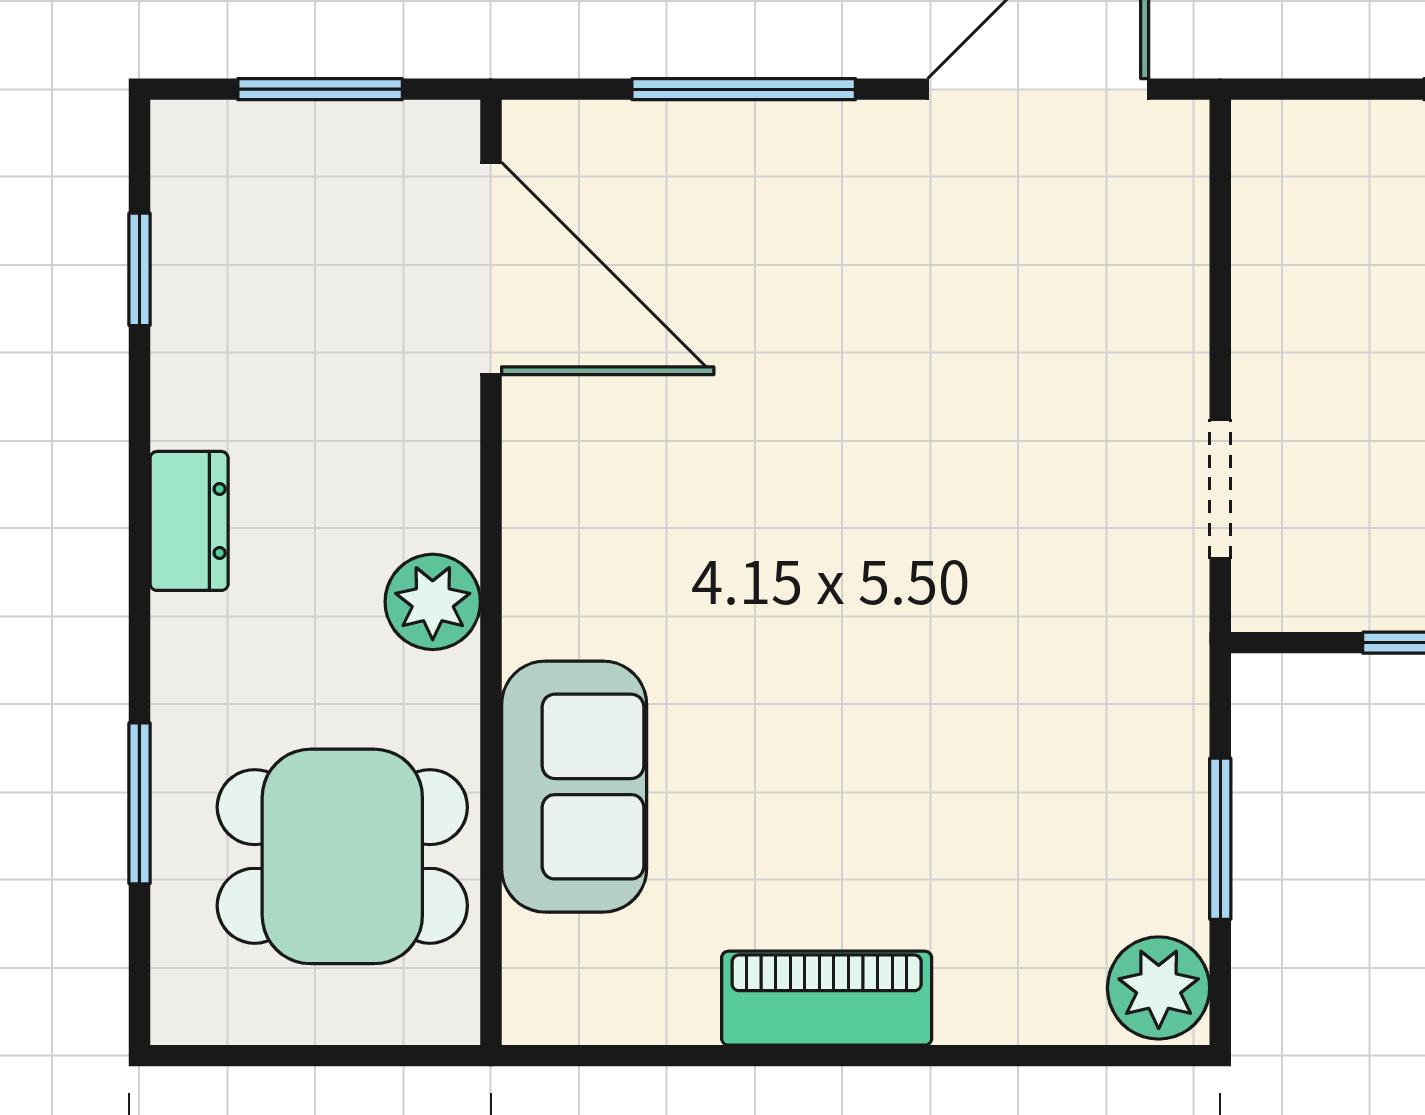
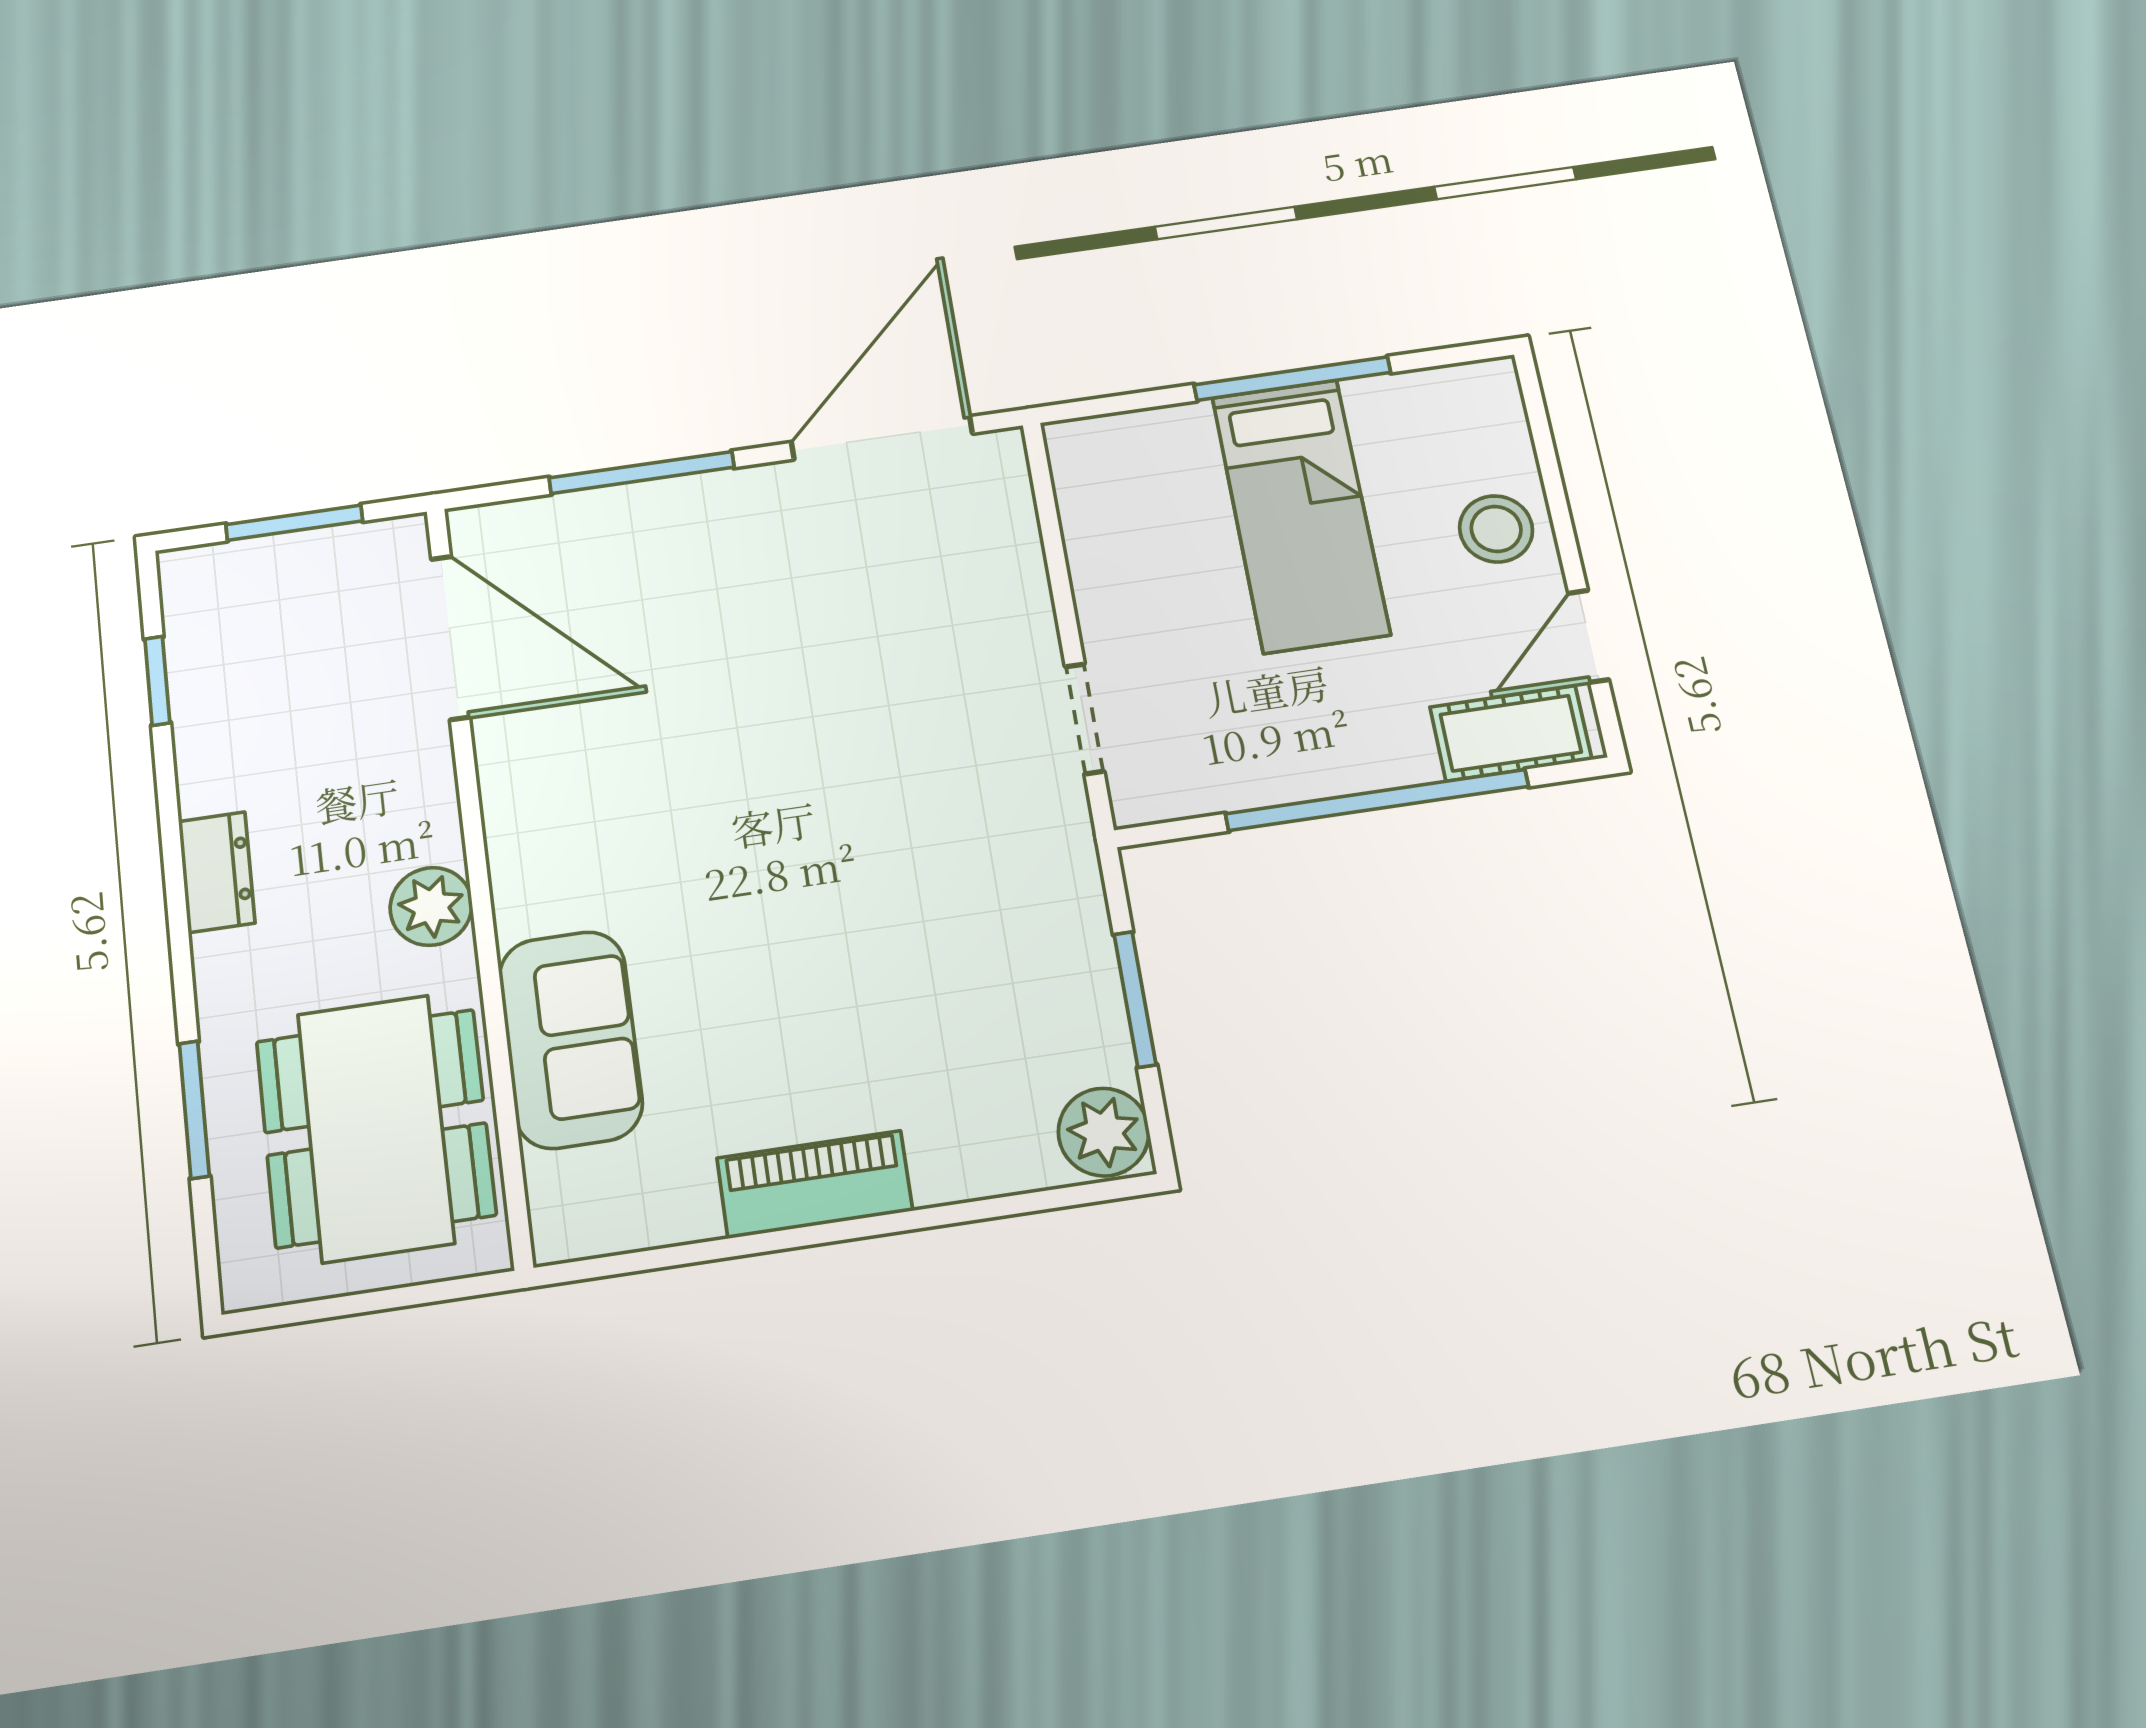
dining table: (342, 856) -> (376, 1128), width x1.37

